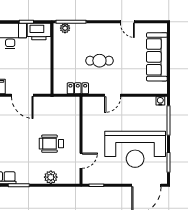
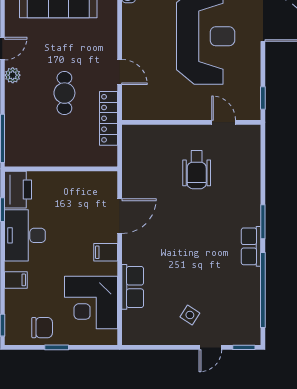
plant: (65, 28) -> (13, 75), moved
locker: (78, 88) -> (109, 118), width x1.53
plant: (51, 177) -> (250, 171), removed

